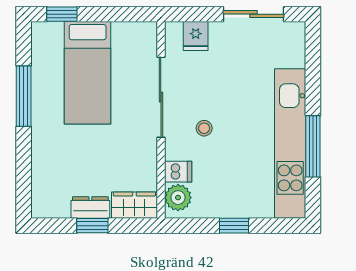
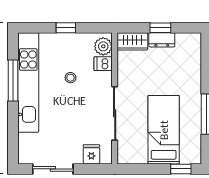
stool: (204, 128) -> (70, 78), moved

